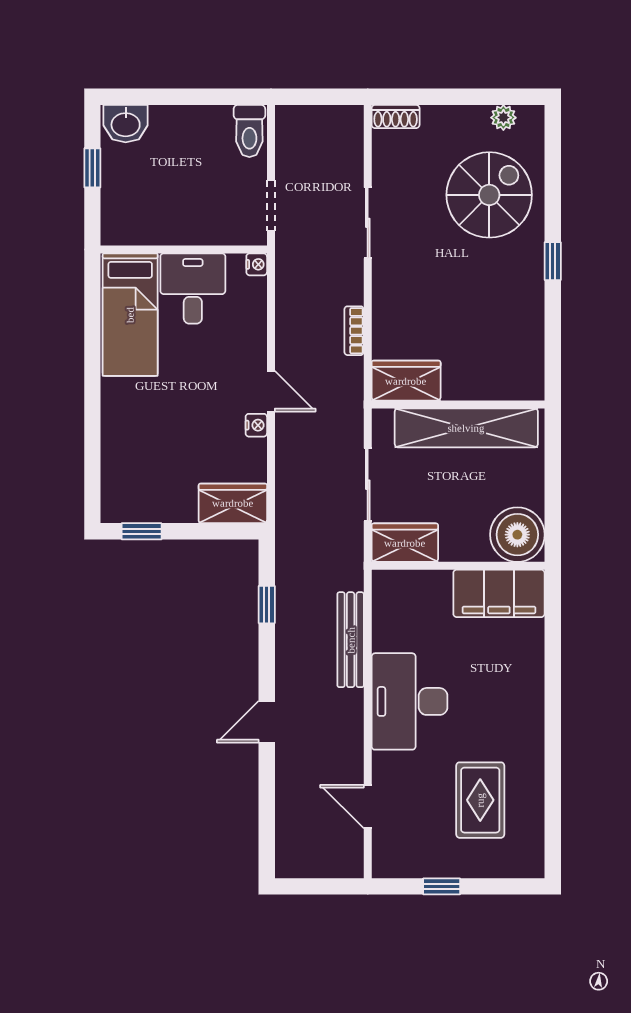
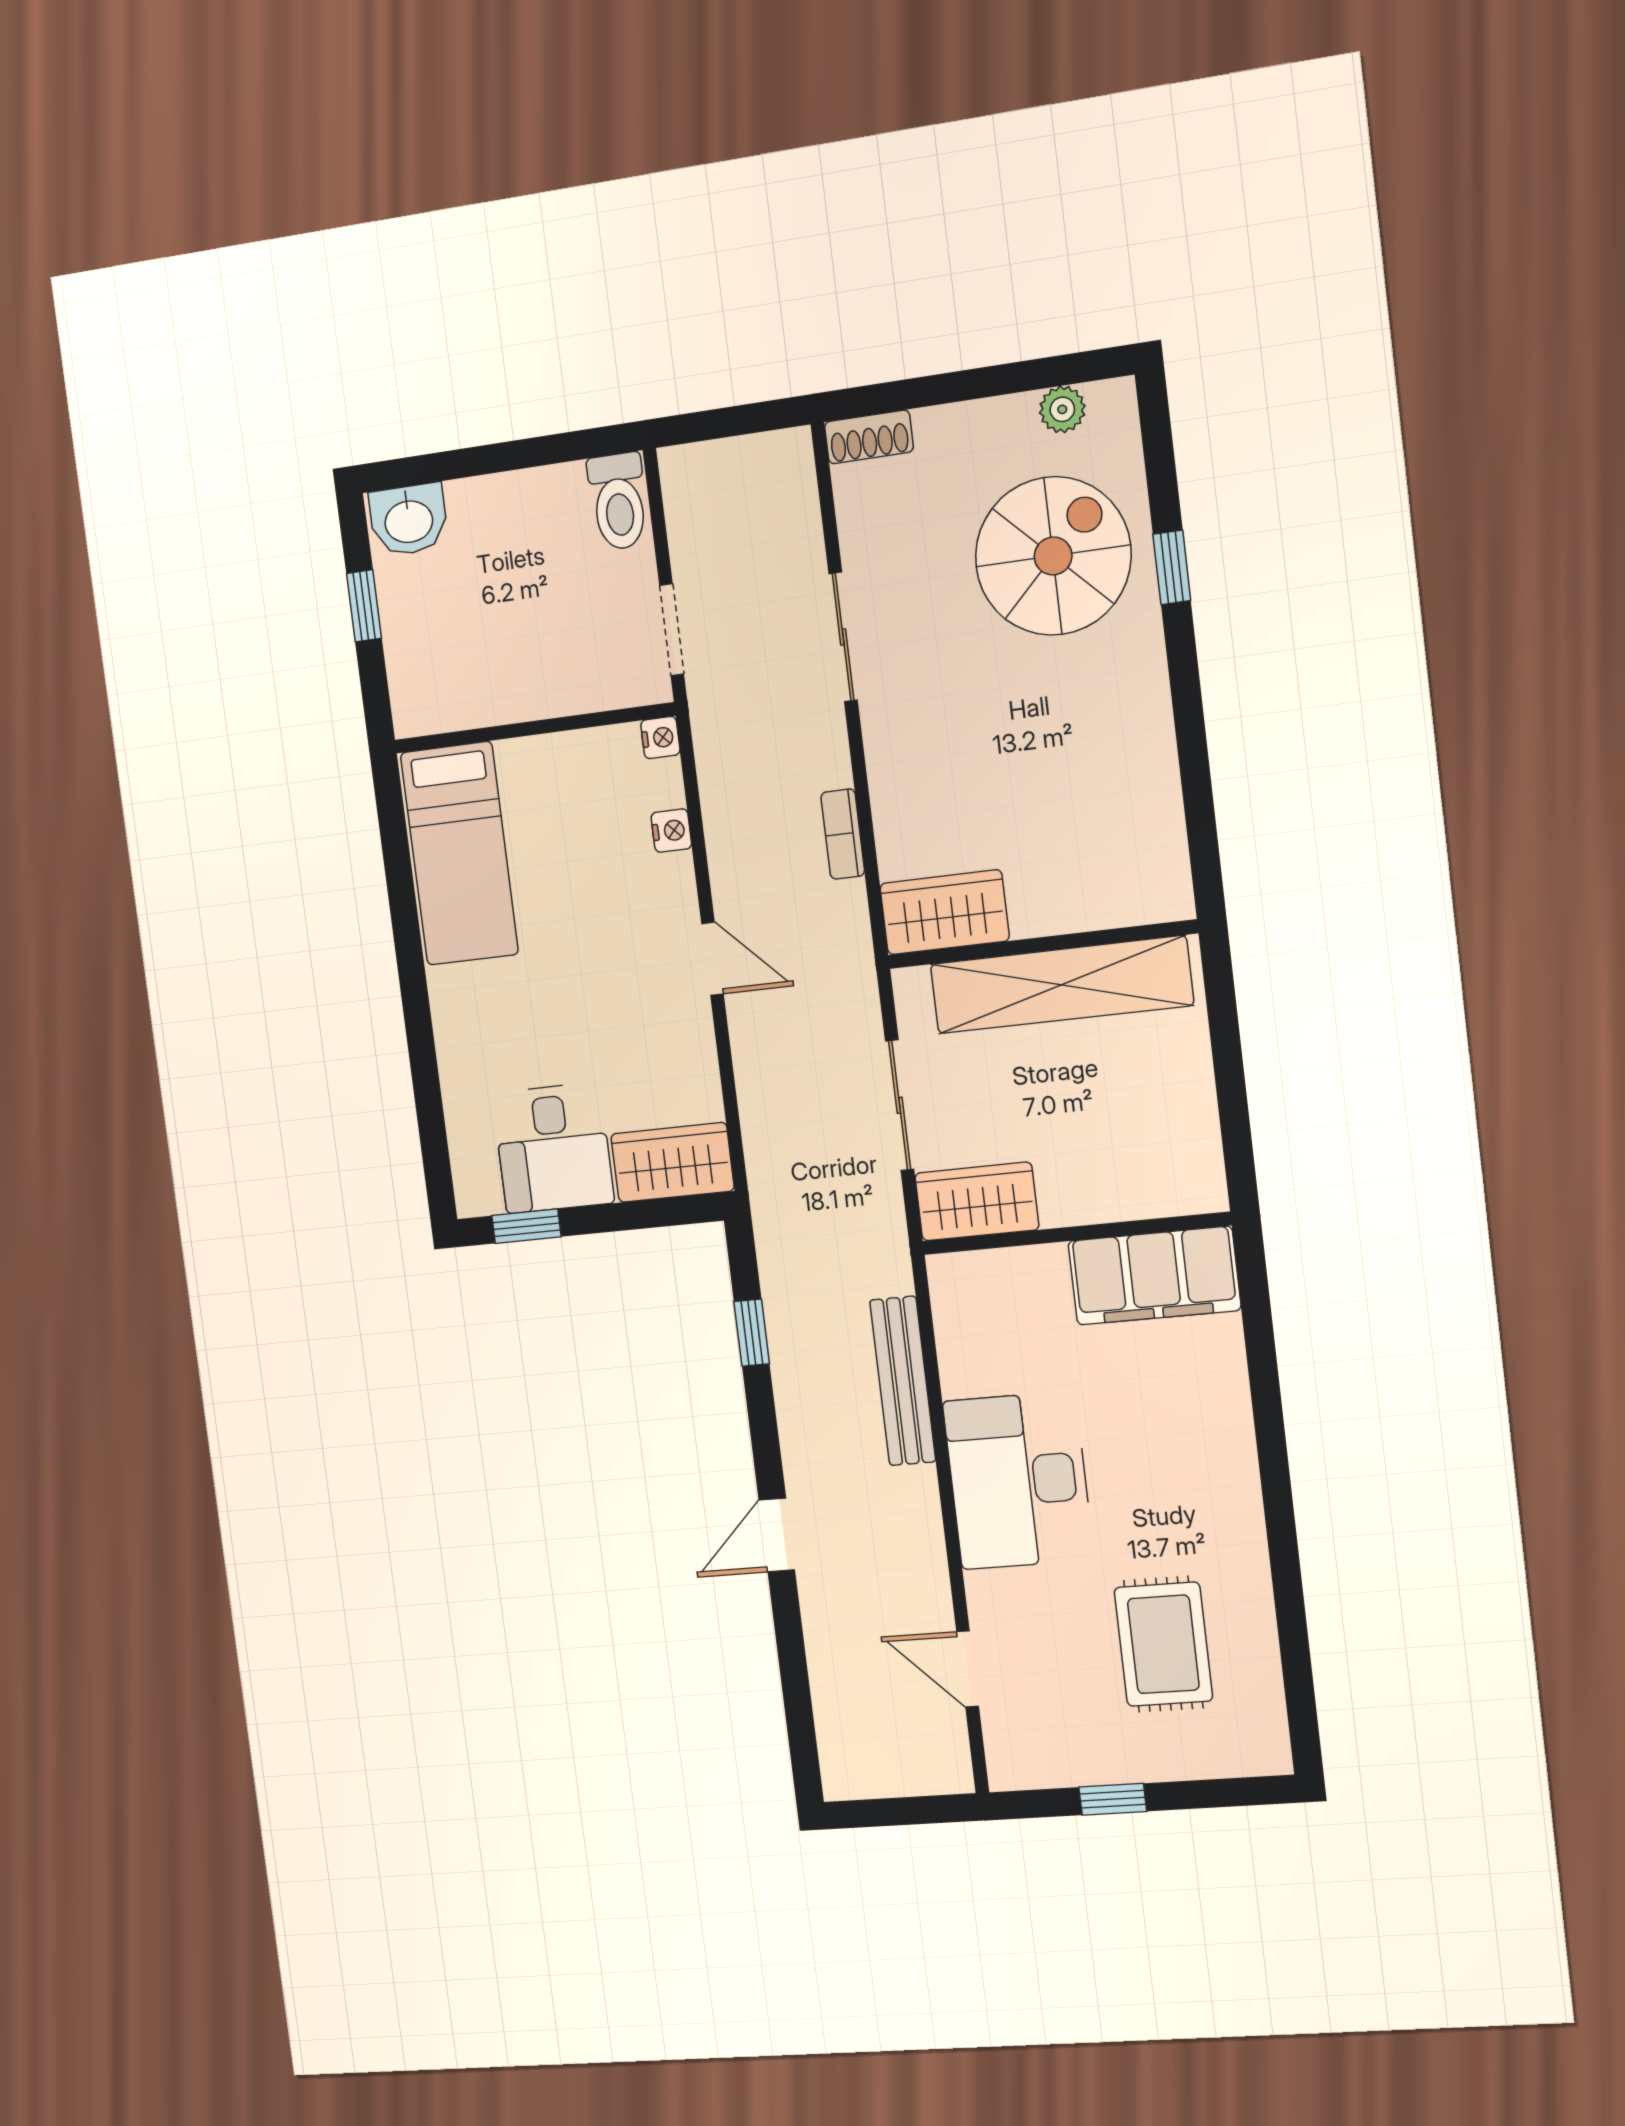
window: (553, 261) -> (1172, 567), moved
desk: (193, 288) -> (553, 1148), moved, turned 180
nightstand: (256, 425) -> (671, 831), moved
boiler: (517, 535) -> (1175, 1167), removed

